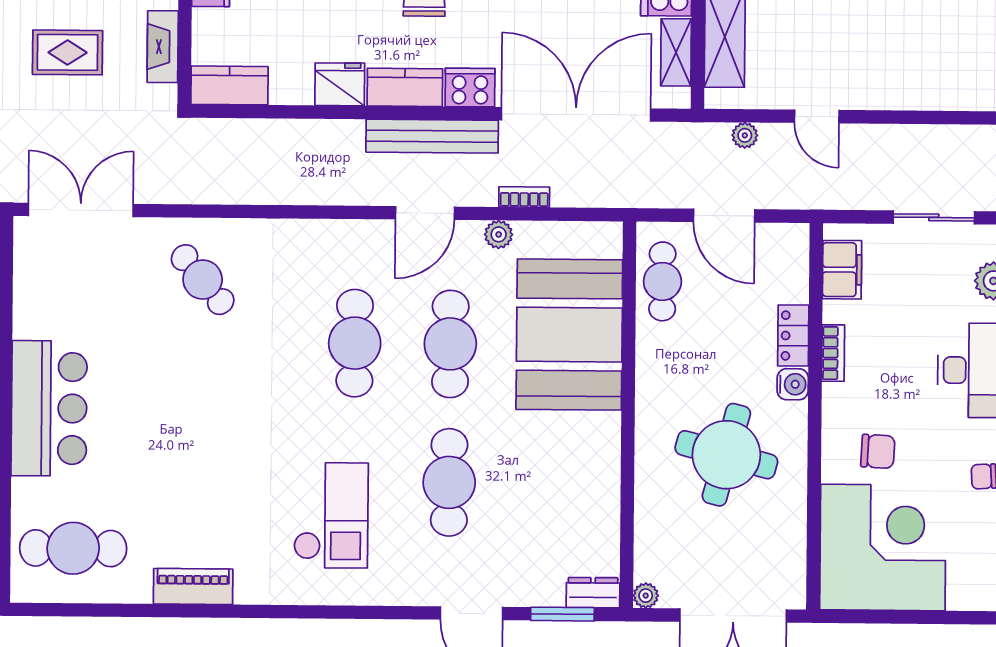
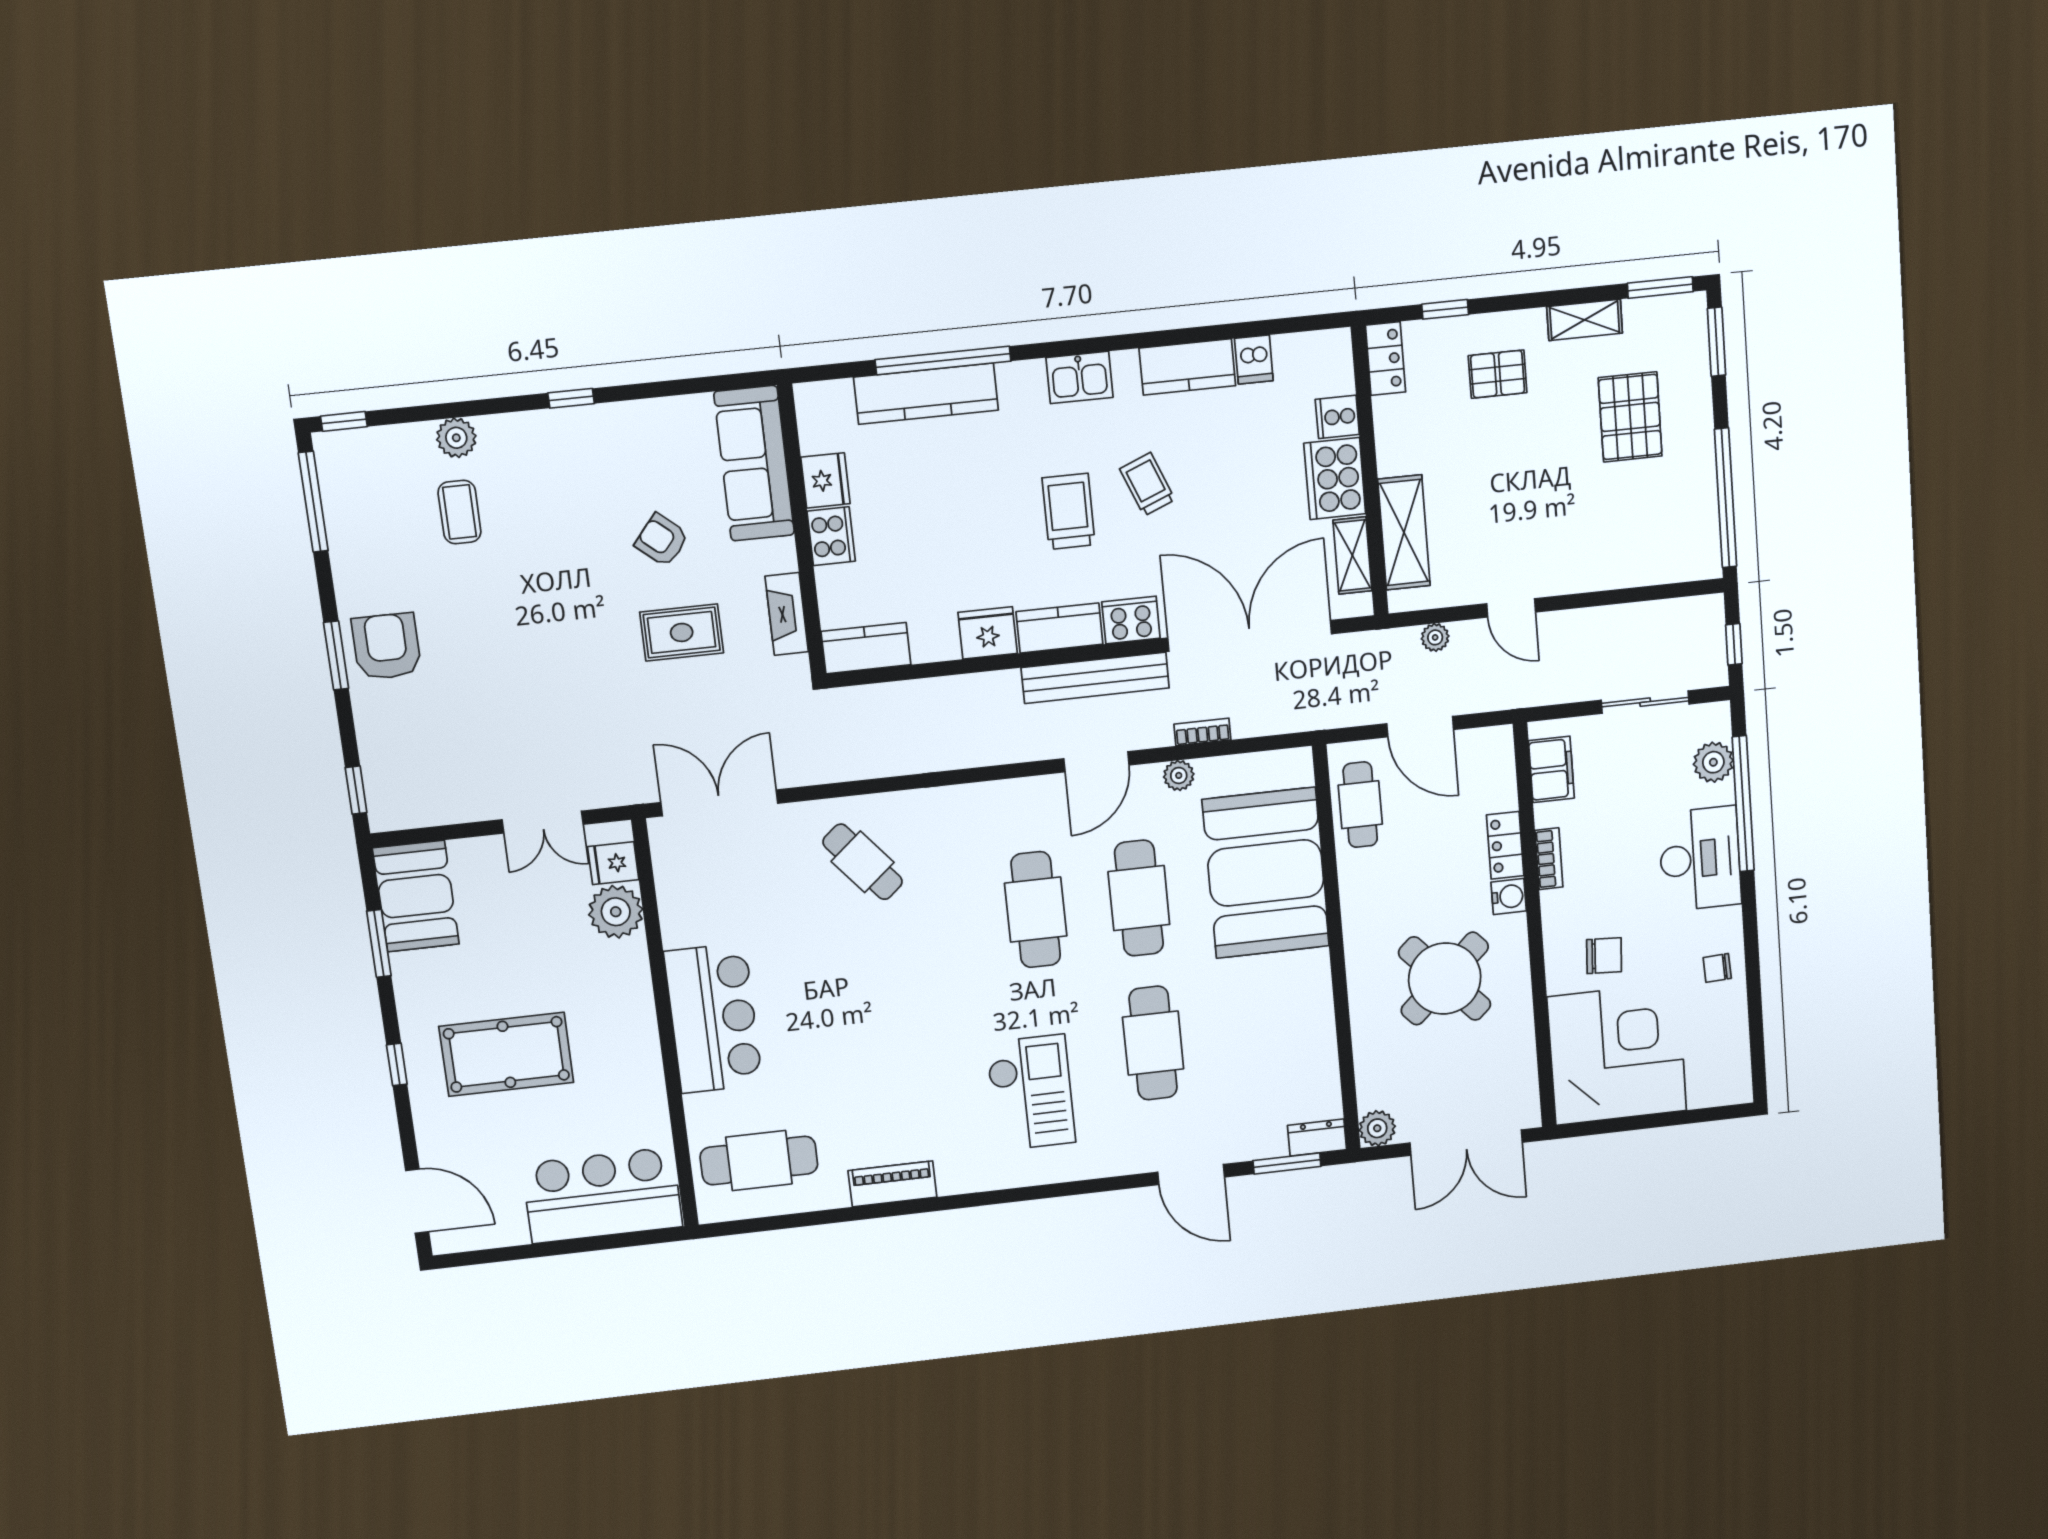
round table: (726, 455) -> (1445, 979), turned 32
plant: (646, 596) -> (1377, 1128), width x1.38, depth x1.38

